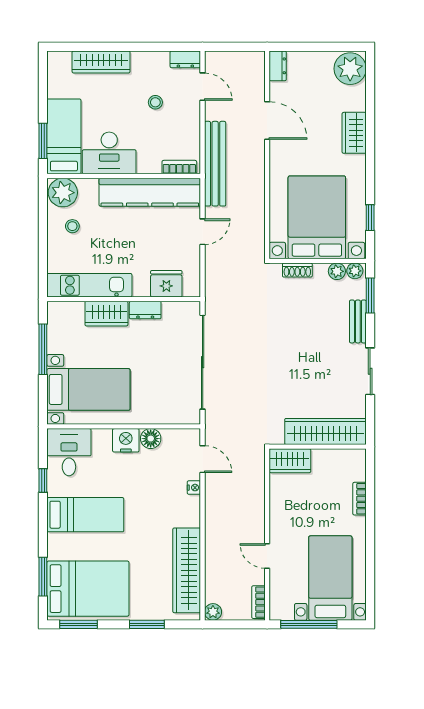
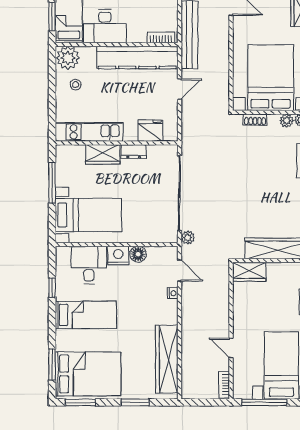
desk: (69, 452) -> (89, 265), moved
plant: (213, 612) -> (188, 238), moved

